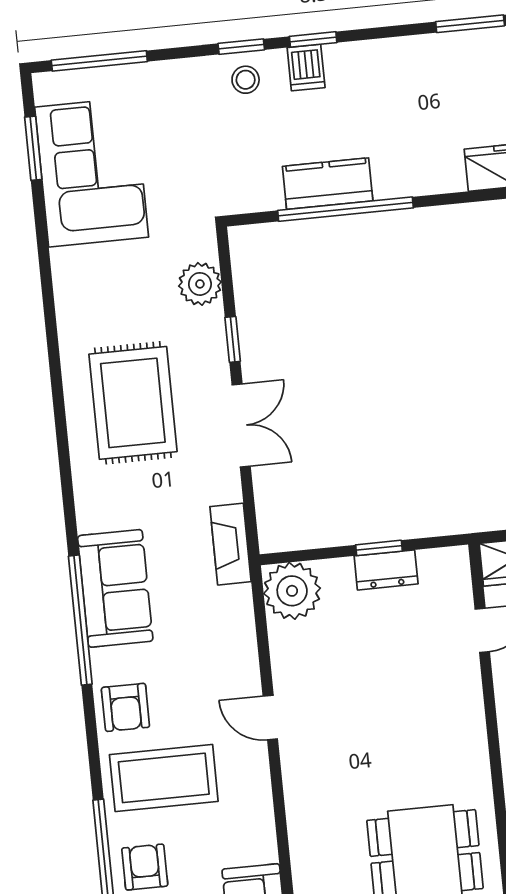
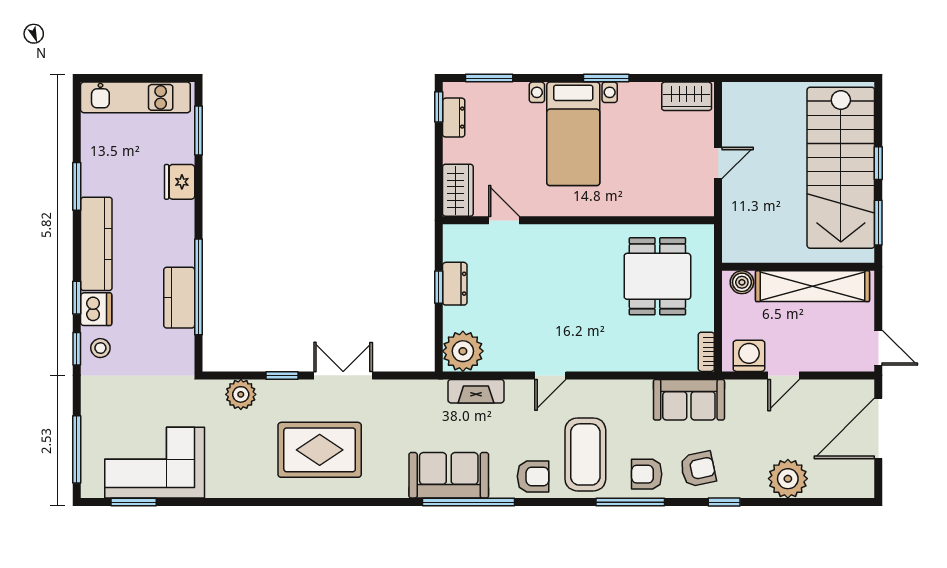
kitchen counter: (392, 59) -> (96, 244), added
dishwasher: (306, 68) -> (96, 309), width x1.38
fireplace: (231, 544) -> (476, 391), moved

